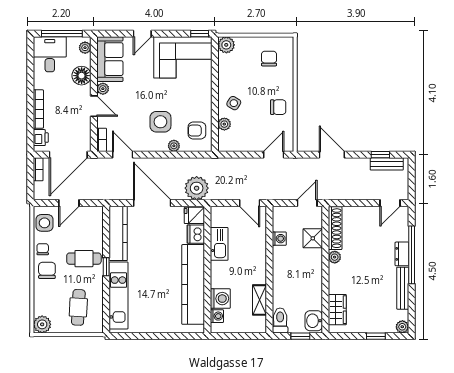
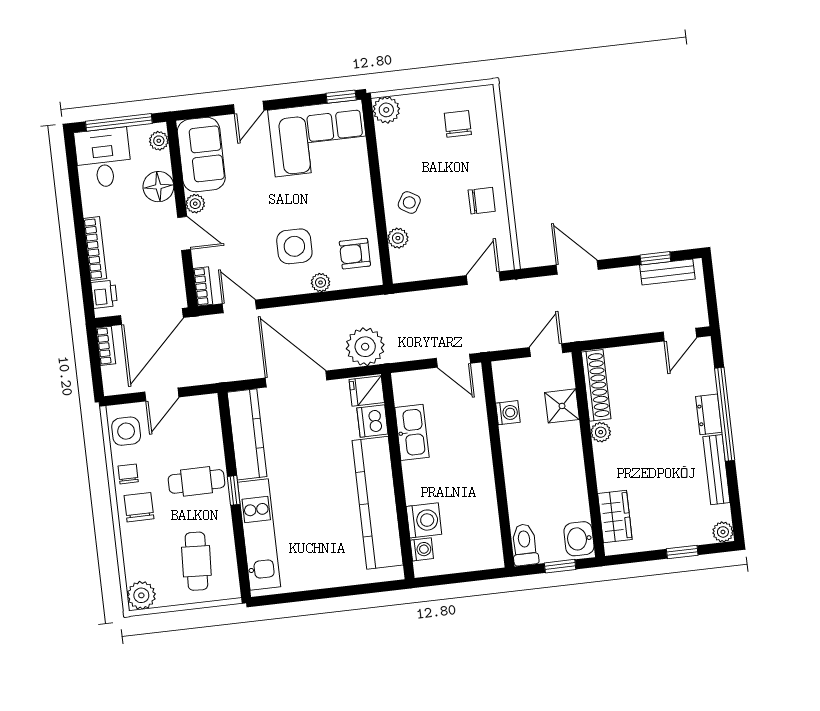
shelving: (260, 300) -> (488, 515), removed

